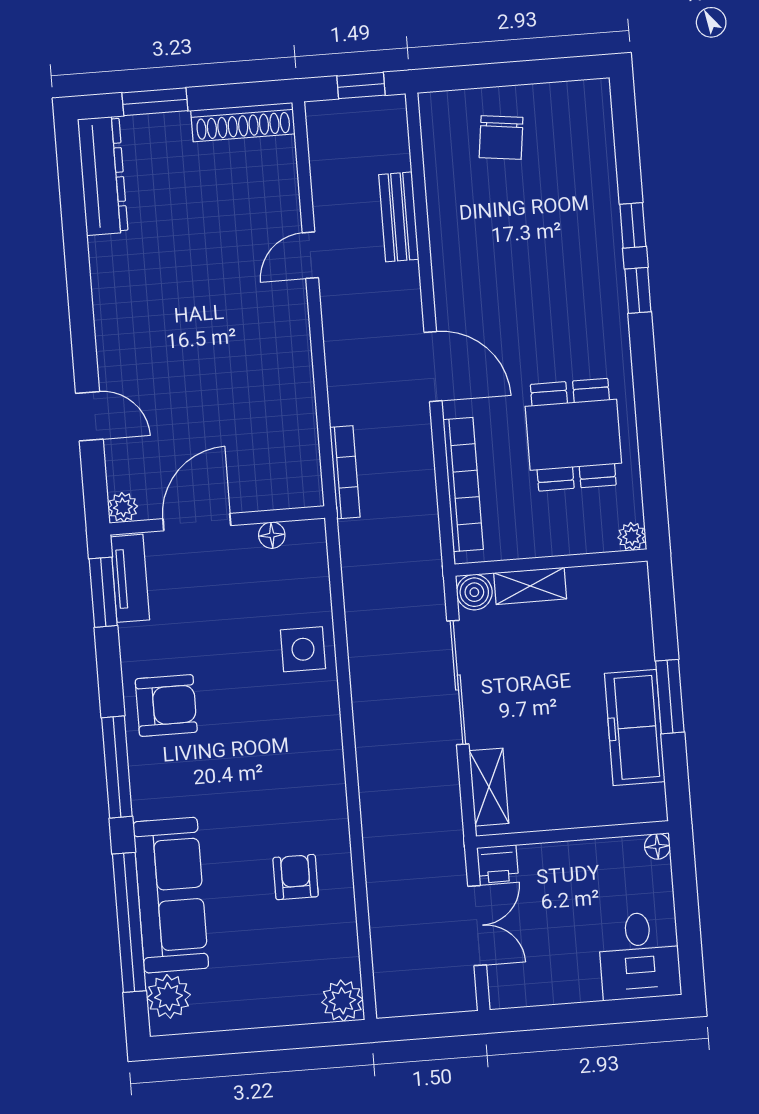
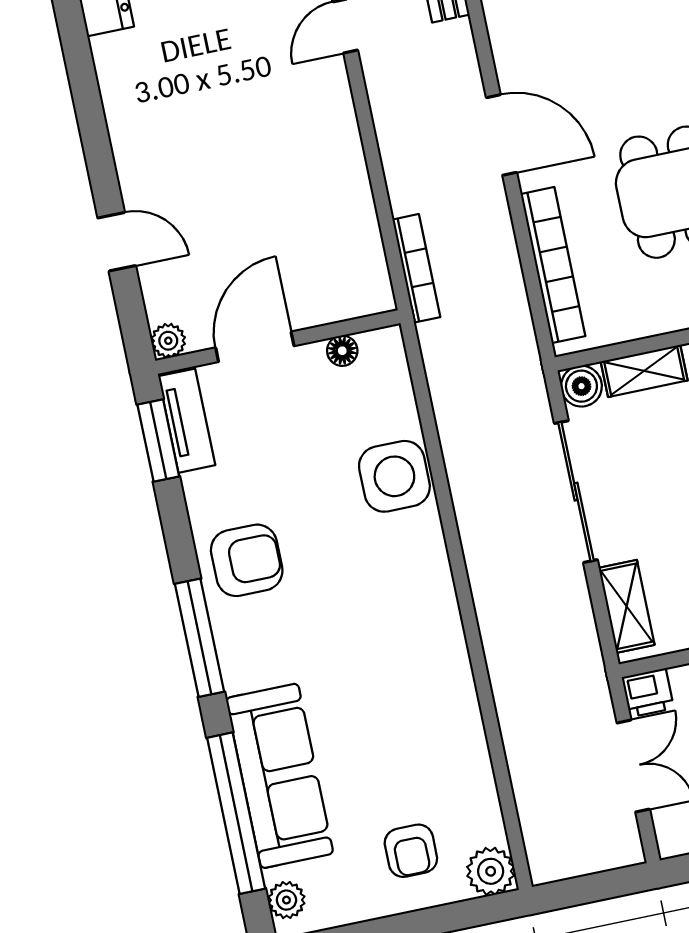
side table: (303, 649) -> (394, 476), width x1.37, depth x1.37
armchair: (296, 877) -> (411, 851), moved, turned 180
plant: (169, 996) -> (286, 900), width x0.73, depth x0.73

